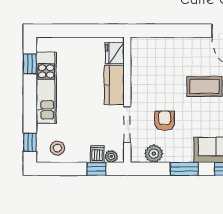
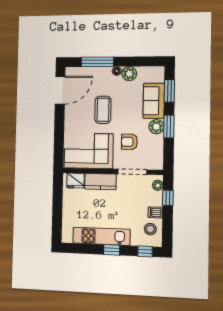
window: (30, 64) -> (112, 250), moved
corner sofa: (152, 69) -> (89, 151), added
dishwasher: (97, 154) -> (155, 212), moved
plant: (154, 154) -> (156, 127), moved

